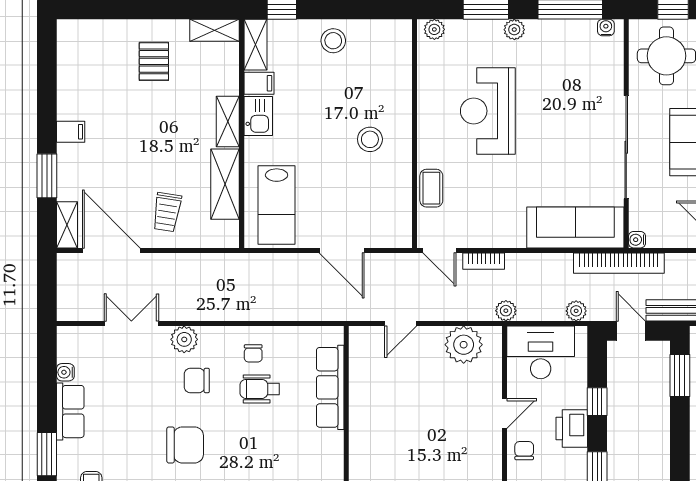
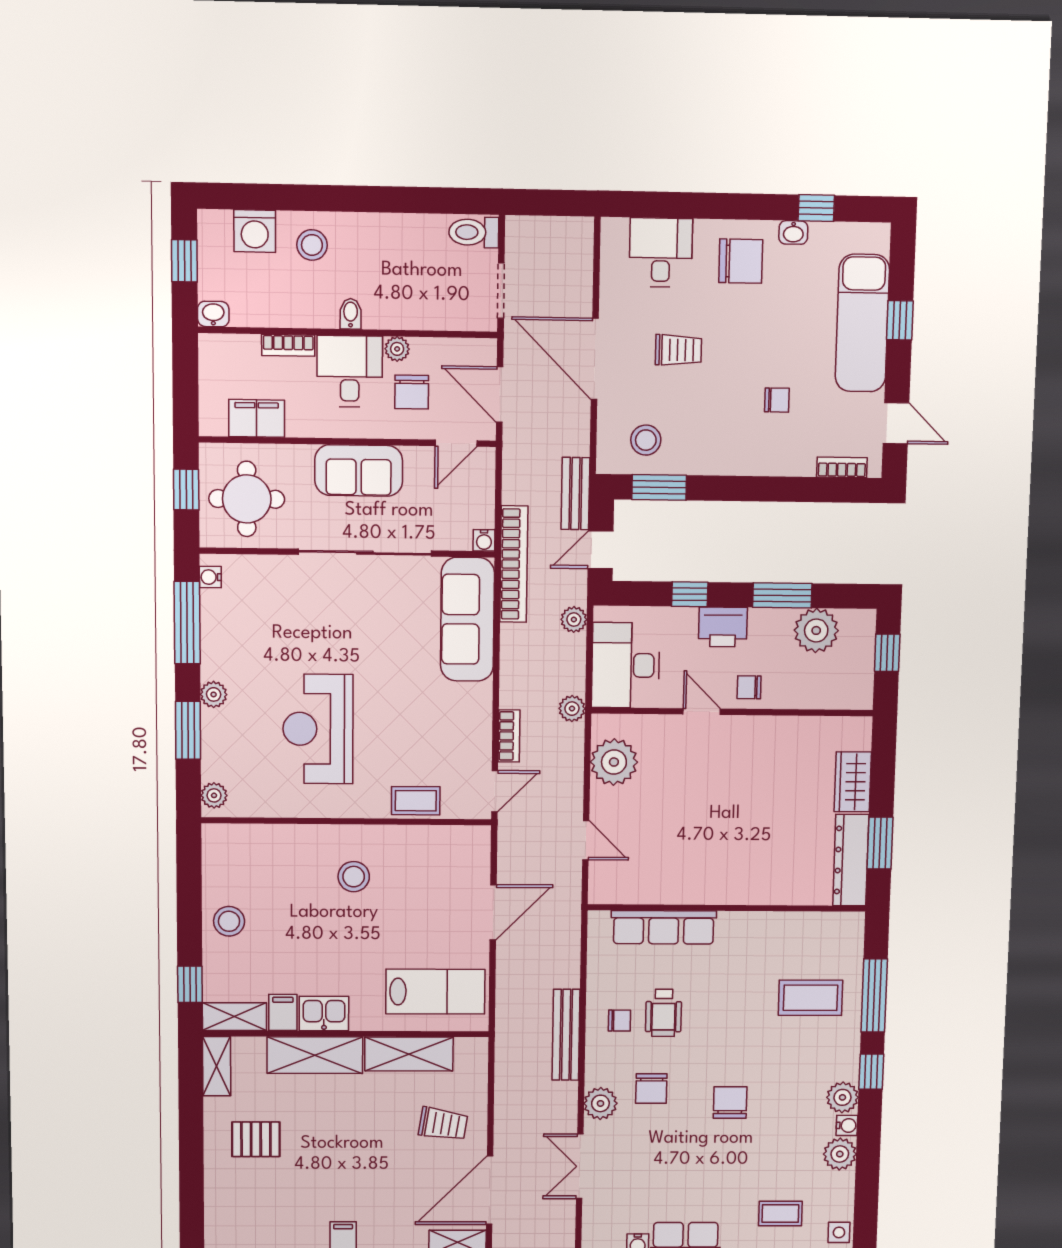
reception desk: (488, 111) -> (318, 729), turned 90
shelving: (228, 121) -> (315, 1055), width x1.50, depth x1.33
bench: (241, 310) -> (566, 1035), added
chair: (185, 445) -> (730, 1103), width x0.73, depth x0.73

